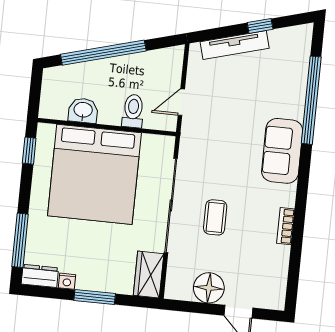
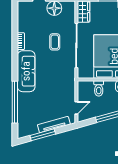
window: (260, 26) -> (43, 135), width x2.17
door: (181, 102) -> (76, 108), moved
sofa: (282, 151) -> (26, 71), width x1.36

